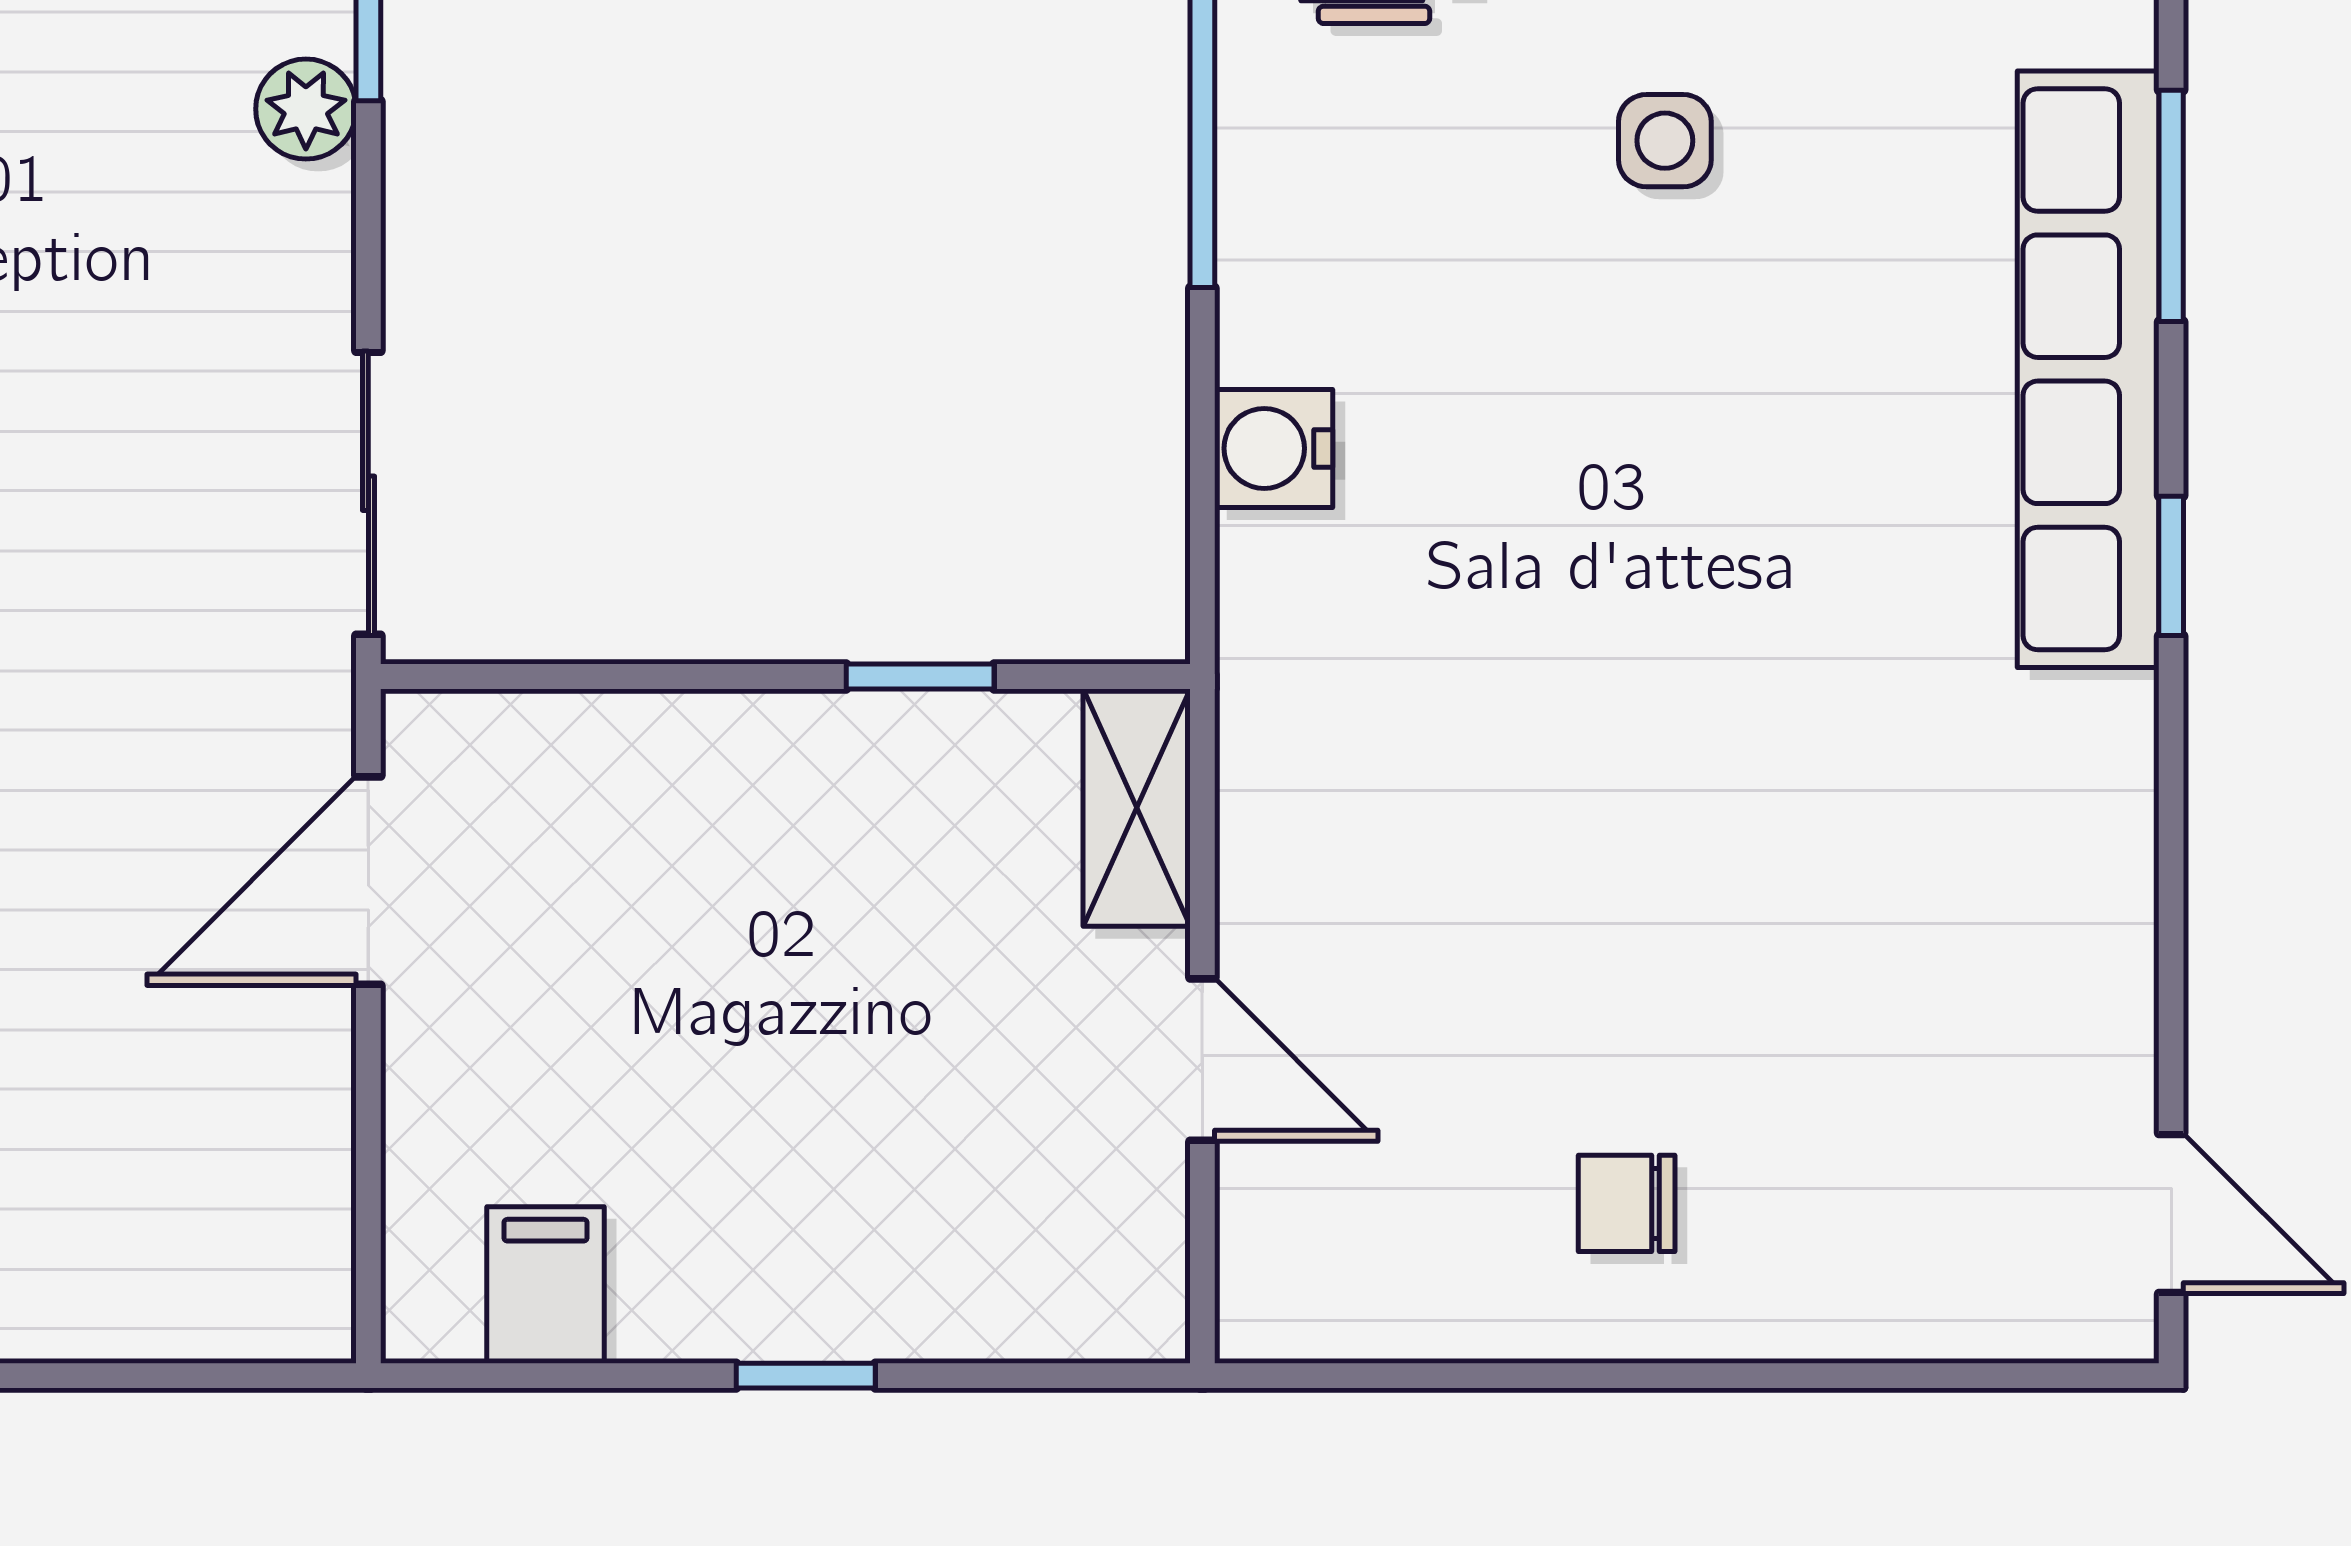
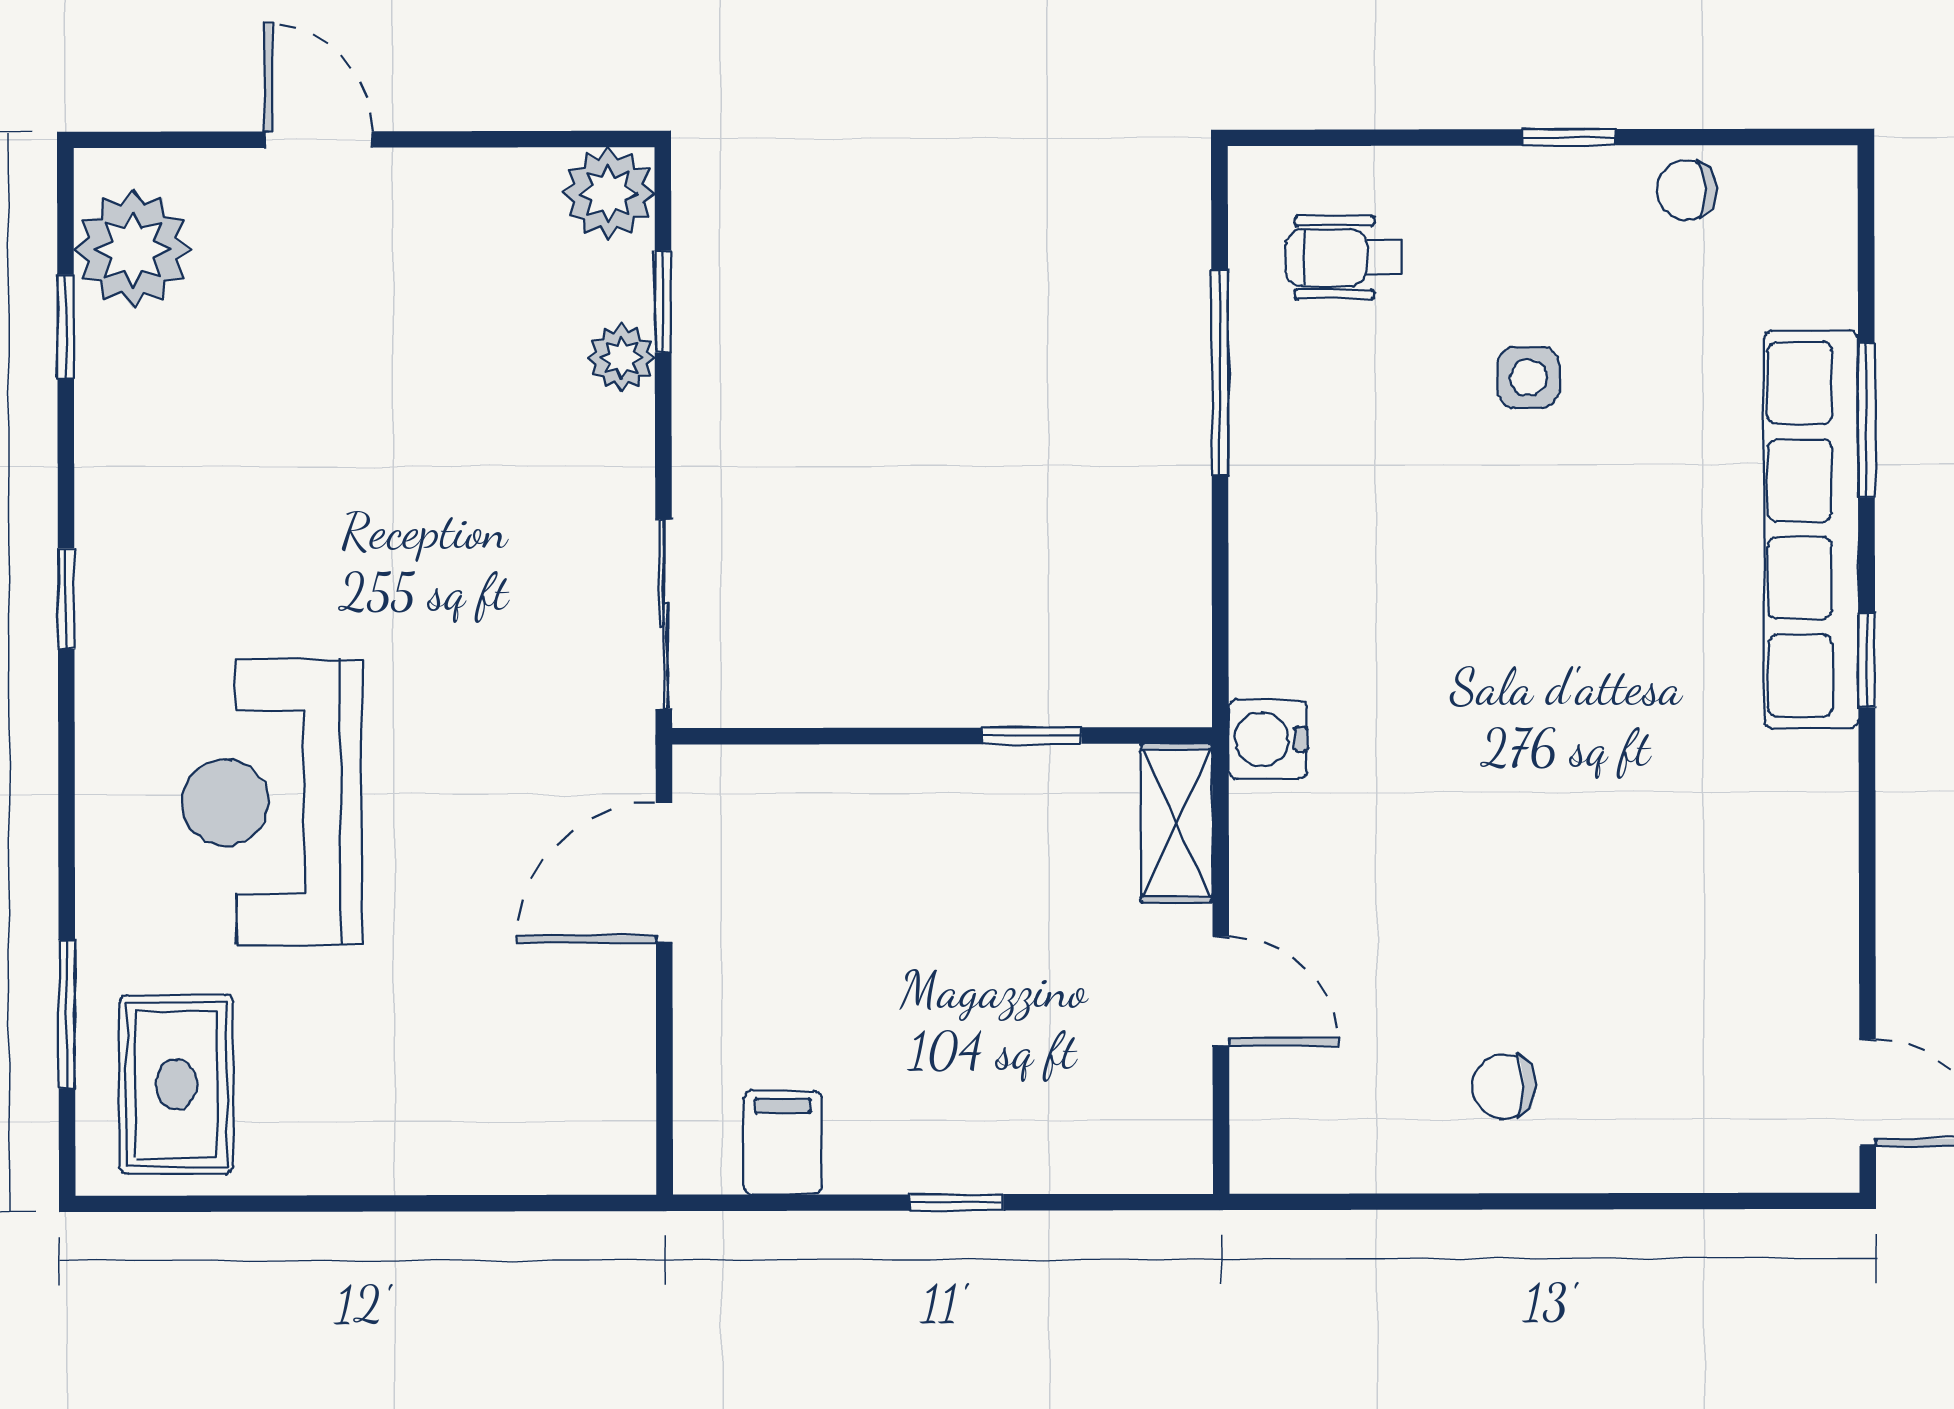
water cooler: (1274, 448) -> (1268, 739), moved

